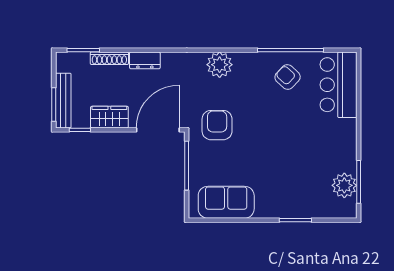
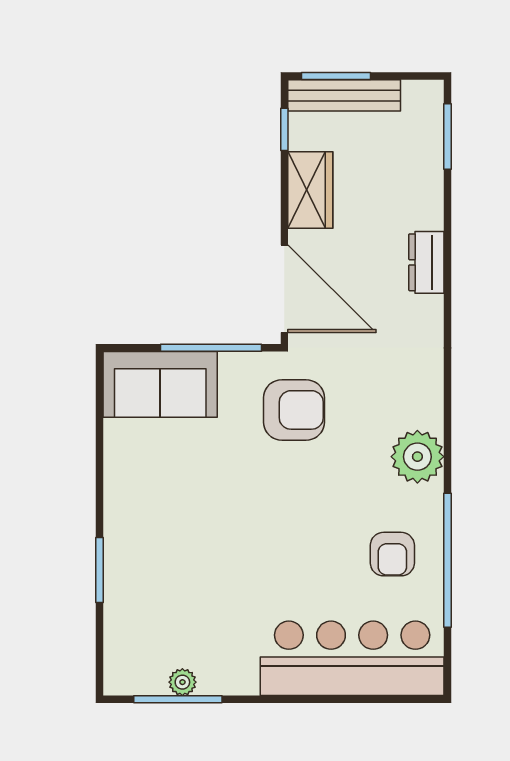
shoe rack: (109, 58) -> (431, 190), removed
plant: (220, 65) -> (417, 457), moved
armchair: (288, 77) -> (392, 554), turned 137
bar counter: (338, 85) -> (352, 658), width x1.36
plant: (344, 185) -> (182, 682), width x0.53, depth x0.53
sofa: (226, 202) -> (160, 384), moved, turned 90

